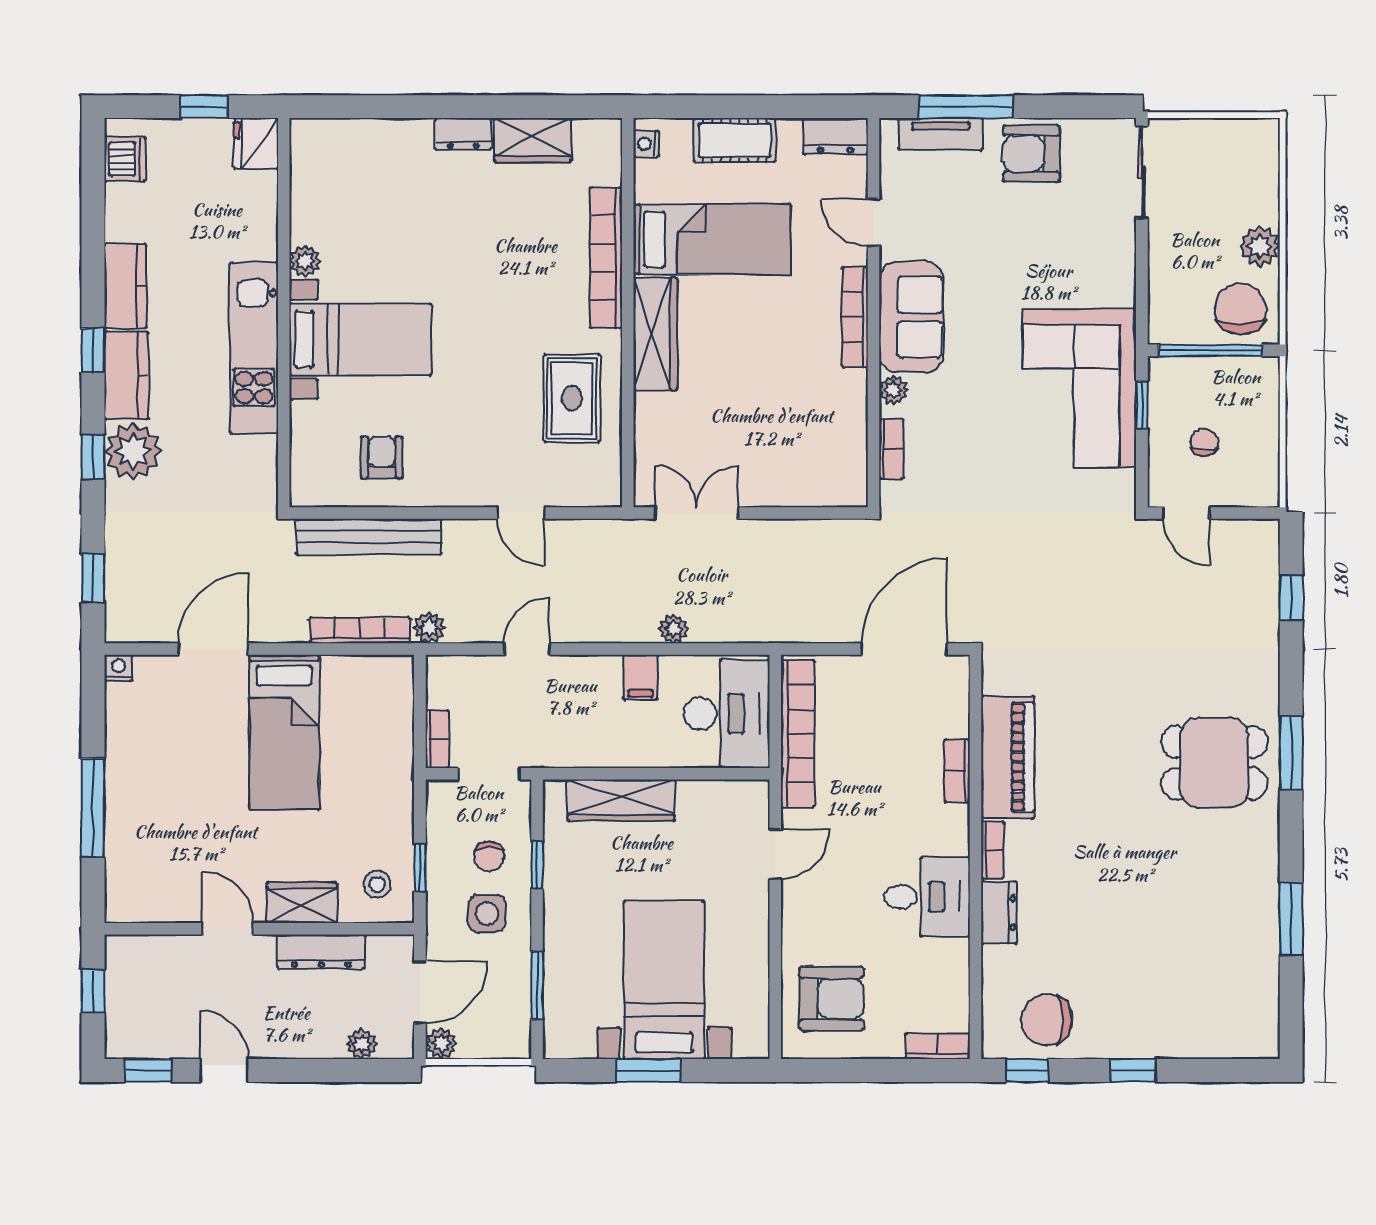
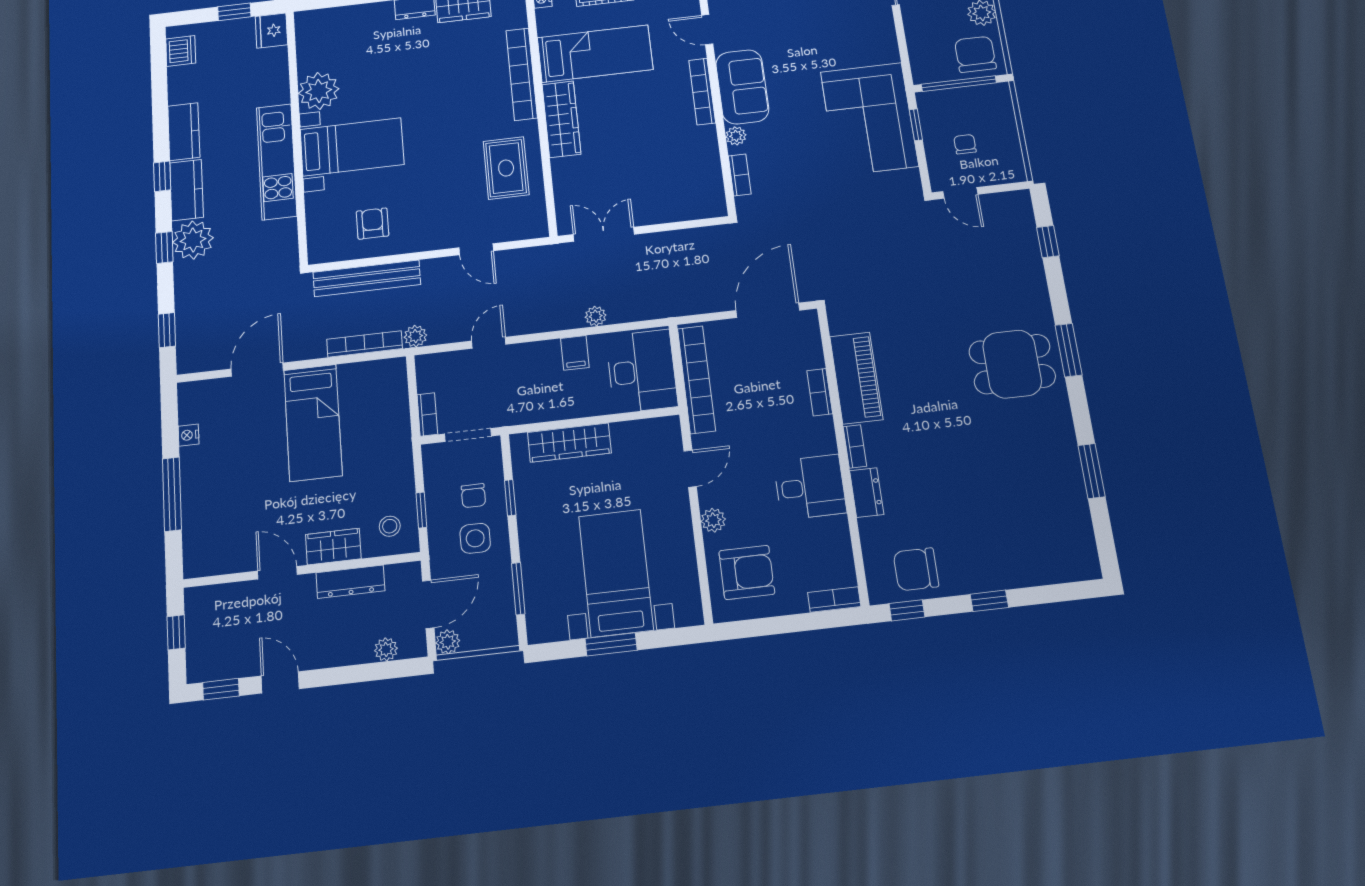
plant: (305, 261) -> (319, 91), width x1.87, depth x1.87
nightstand: (118, 668) -> (189, 435), moved, turned -90
plant: (797, 926) -> (713, 520), added

